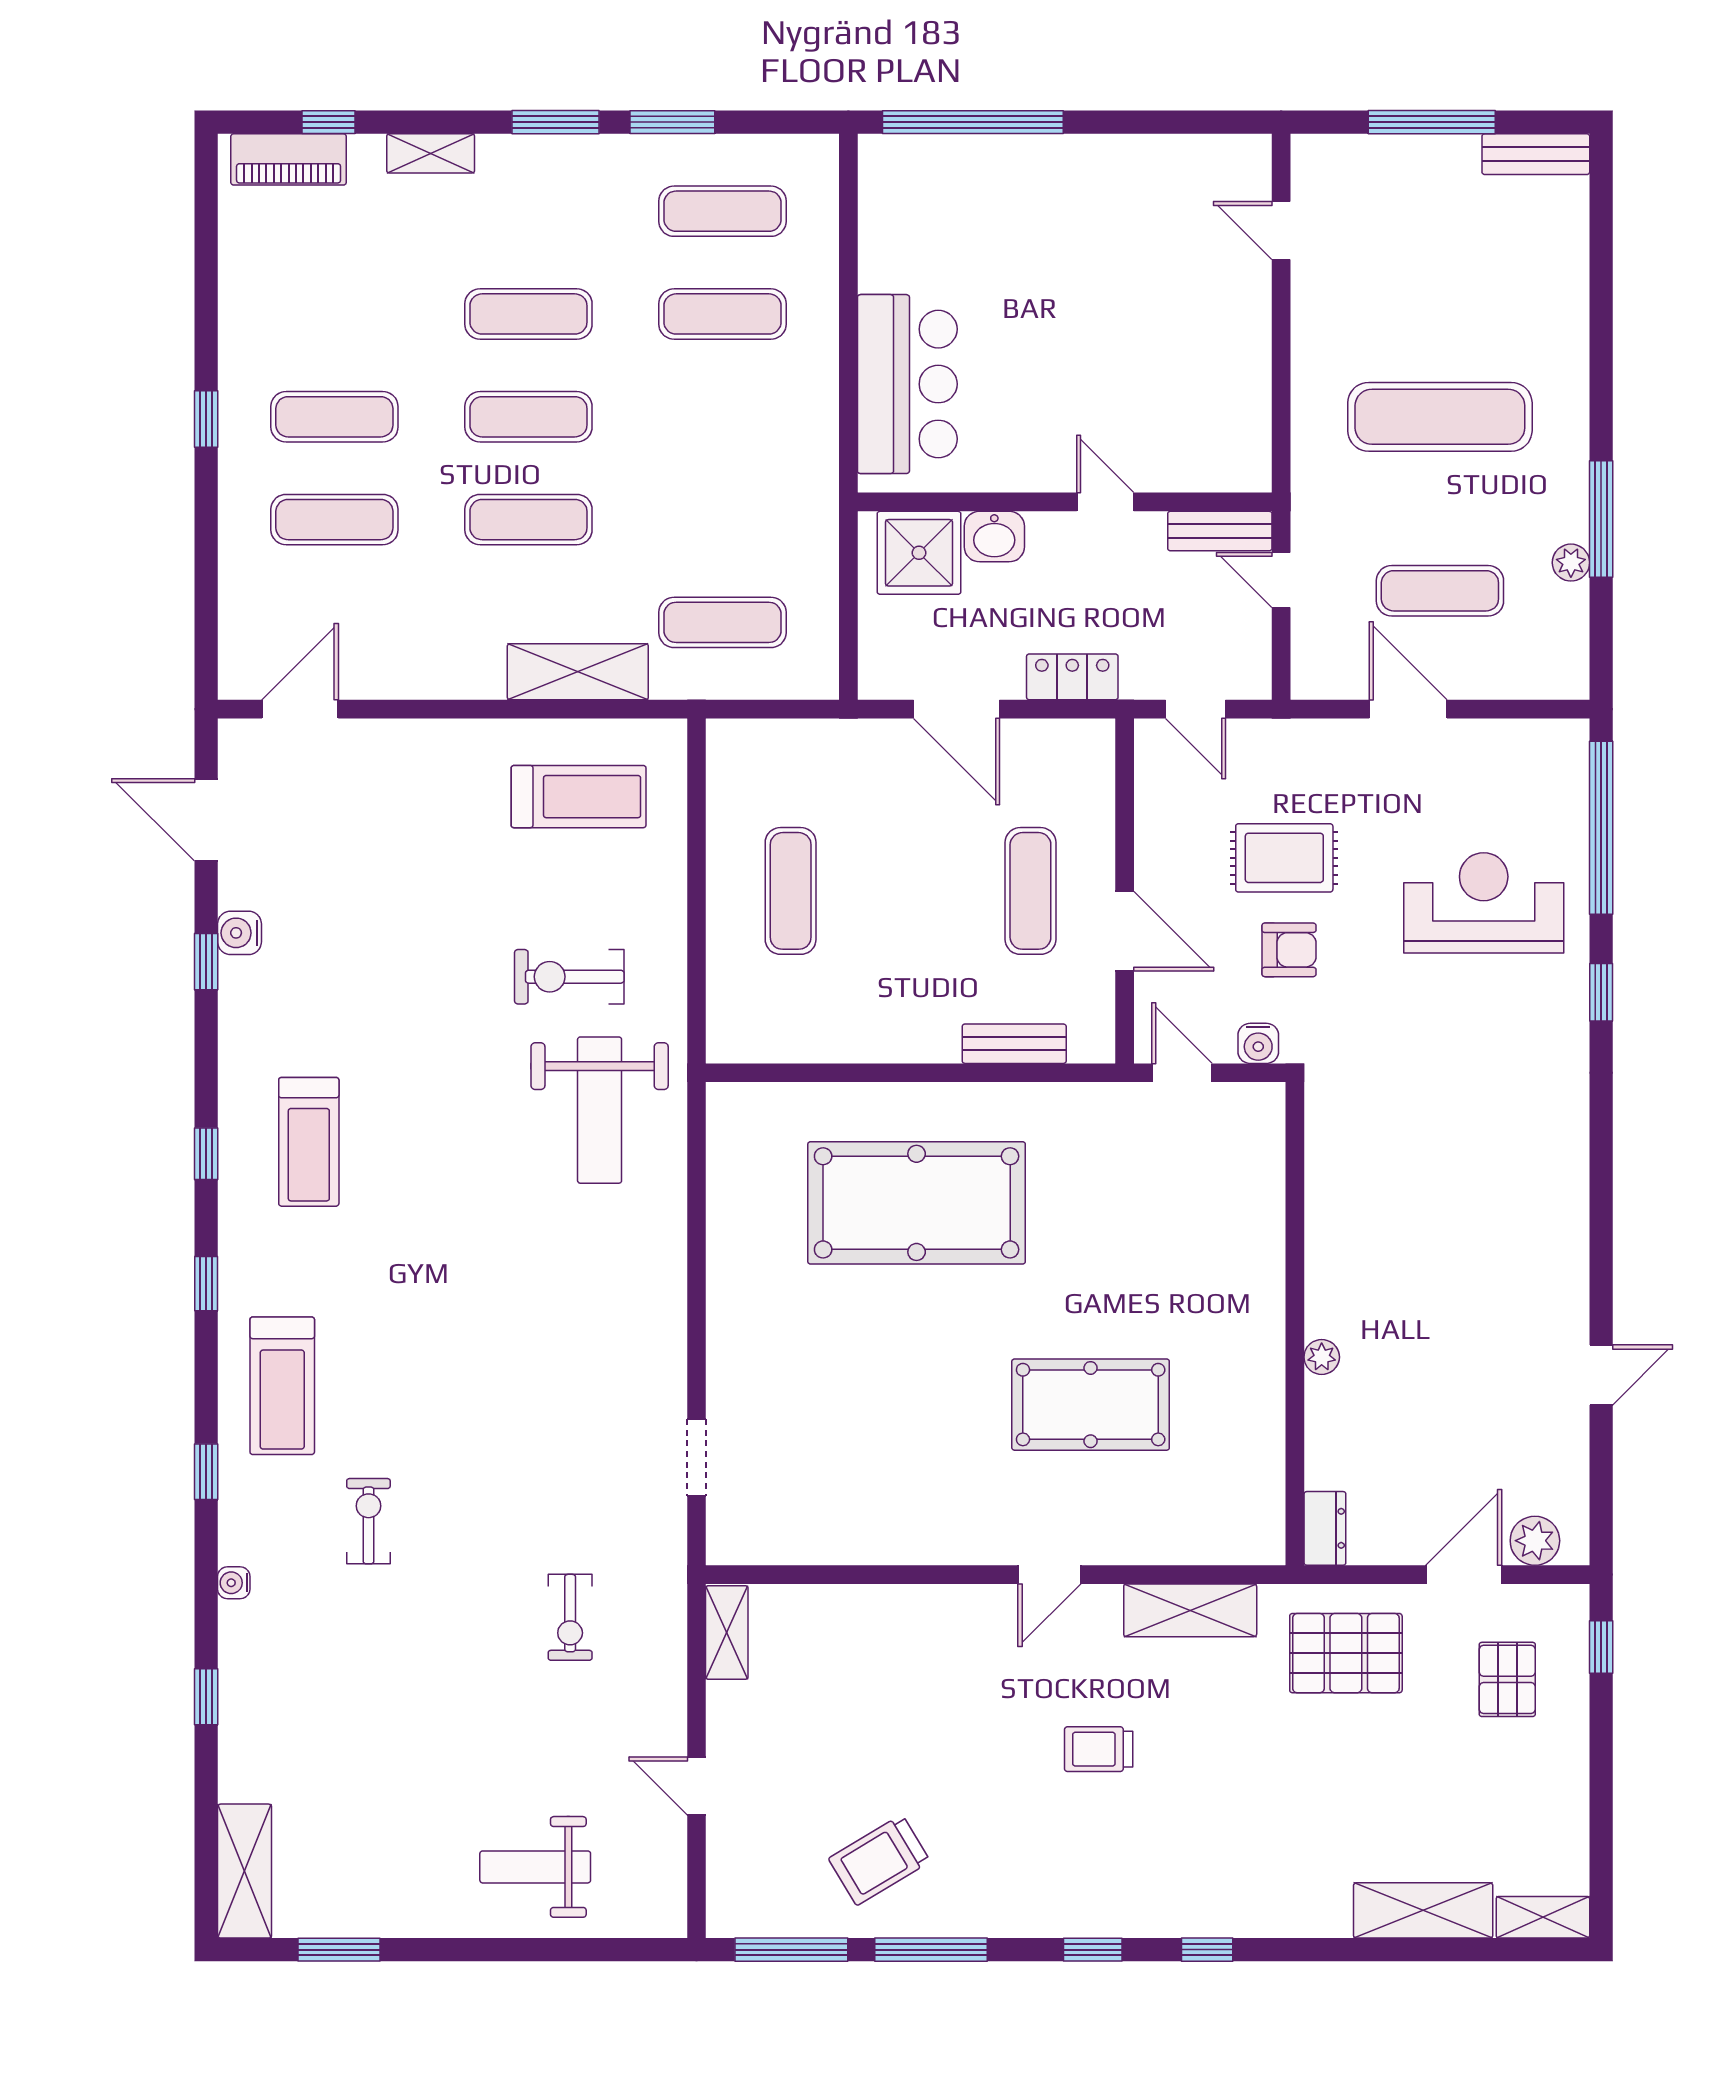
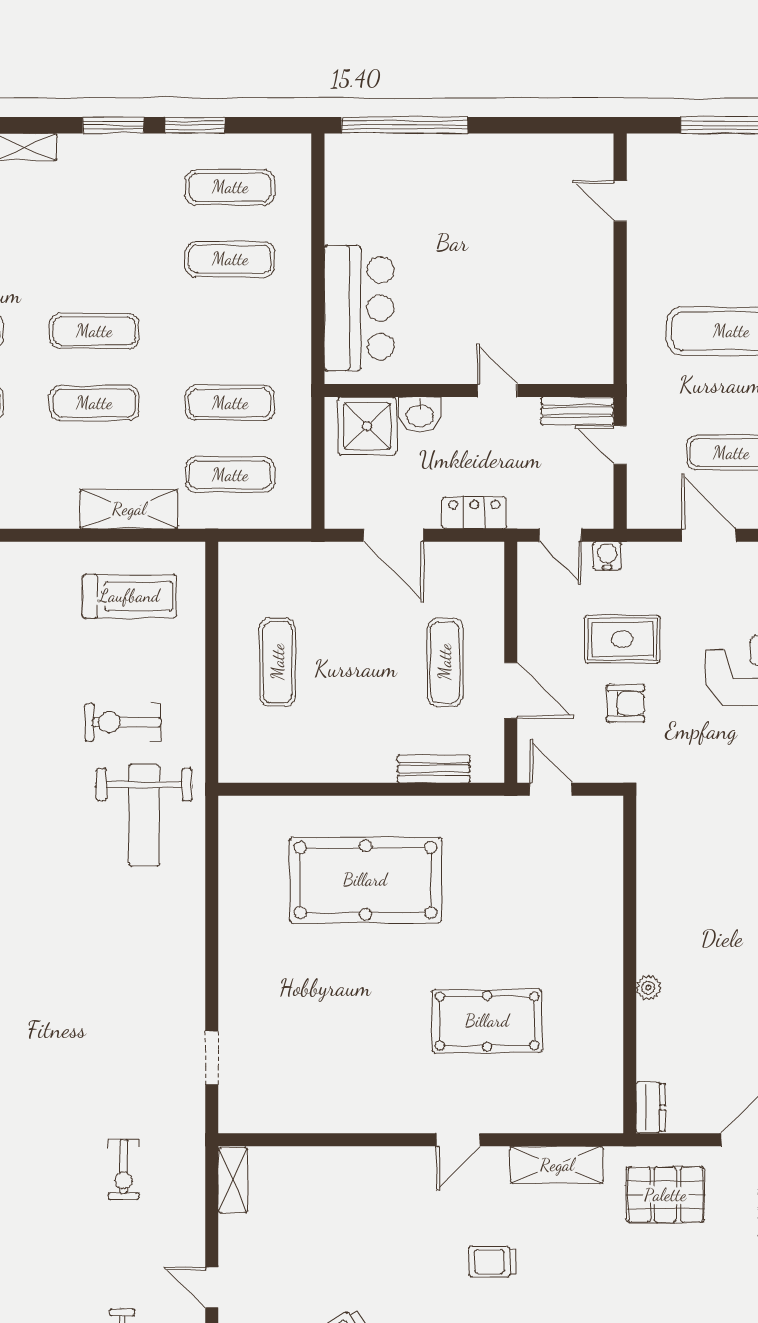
exercise mat: (528, 314) -> (230, 403), moved
water cooler: (1258, 1043) -> (607, 556), moved, turned 180

